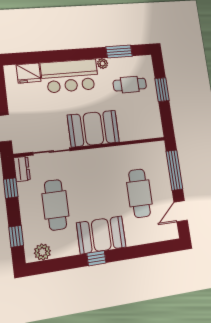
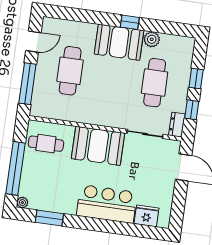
plant: (103, 64) -> (22, 203), moved
cafe table: (130, 85) -> (46, 144), moved
window: (162, 89) -> (16, 168), width x2.11
window: (16, 236) -> (196, 79), moved
plant: (42, 252) -> (152, 39), moved

